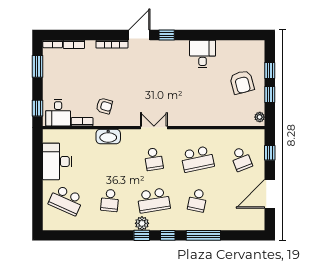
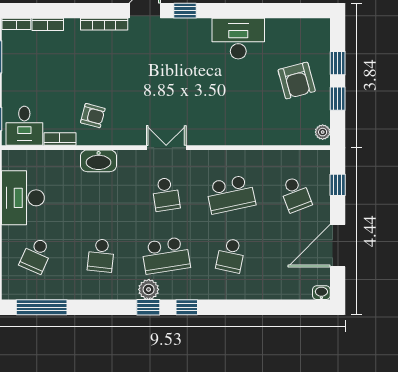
desk: (203, 54) -> (238, 39), width x1.37
school desk: (66, 200) -> (36, 255), width x0.54
washbasin: (259, 226) -> (321, 293), added
window: (203, 235) -> (42, 307), moved

